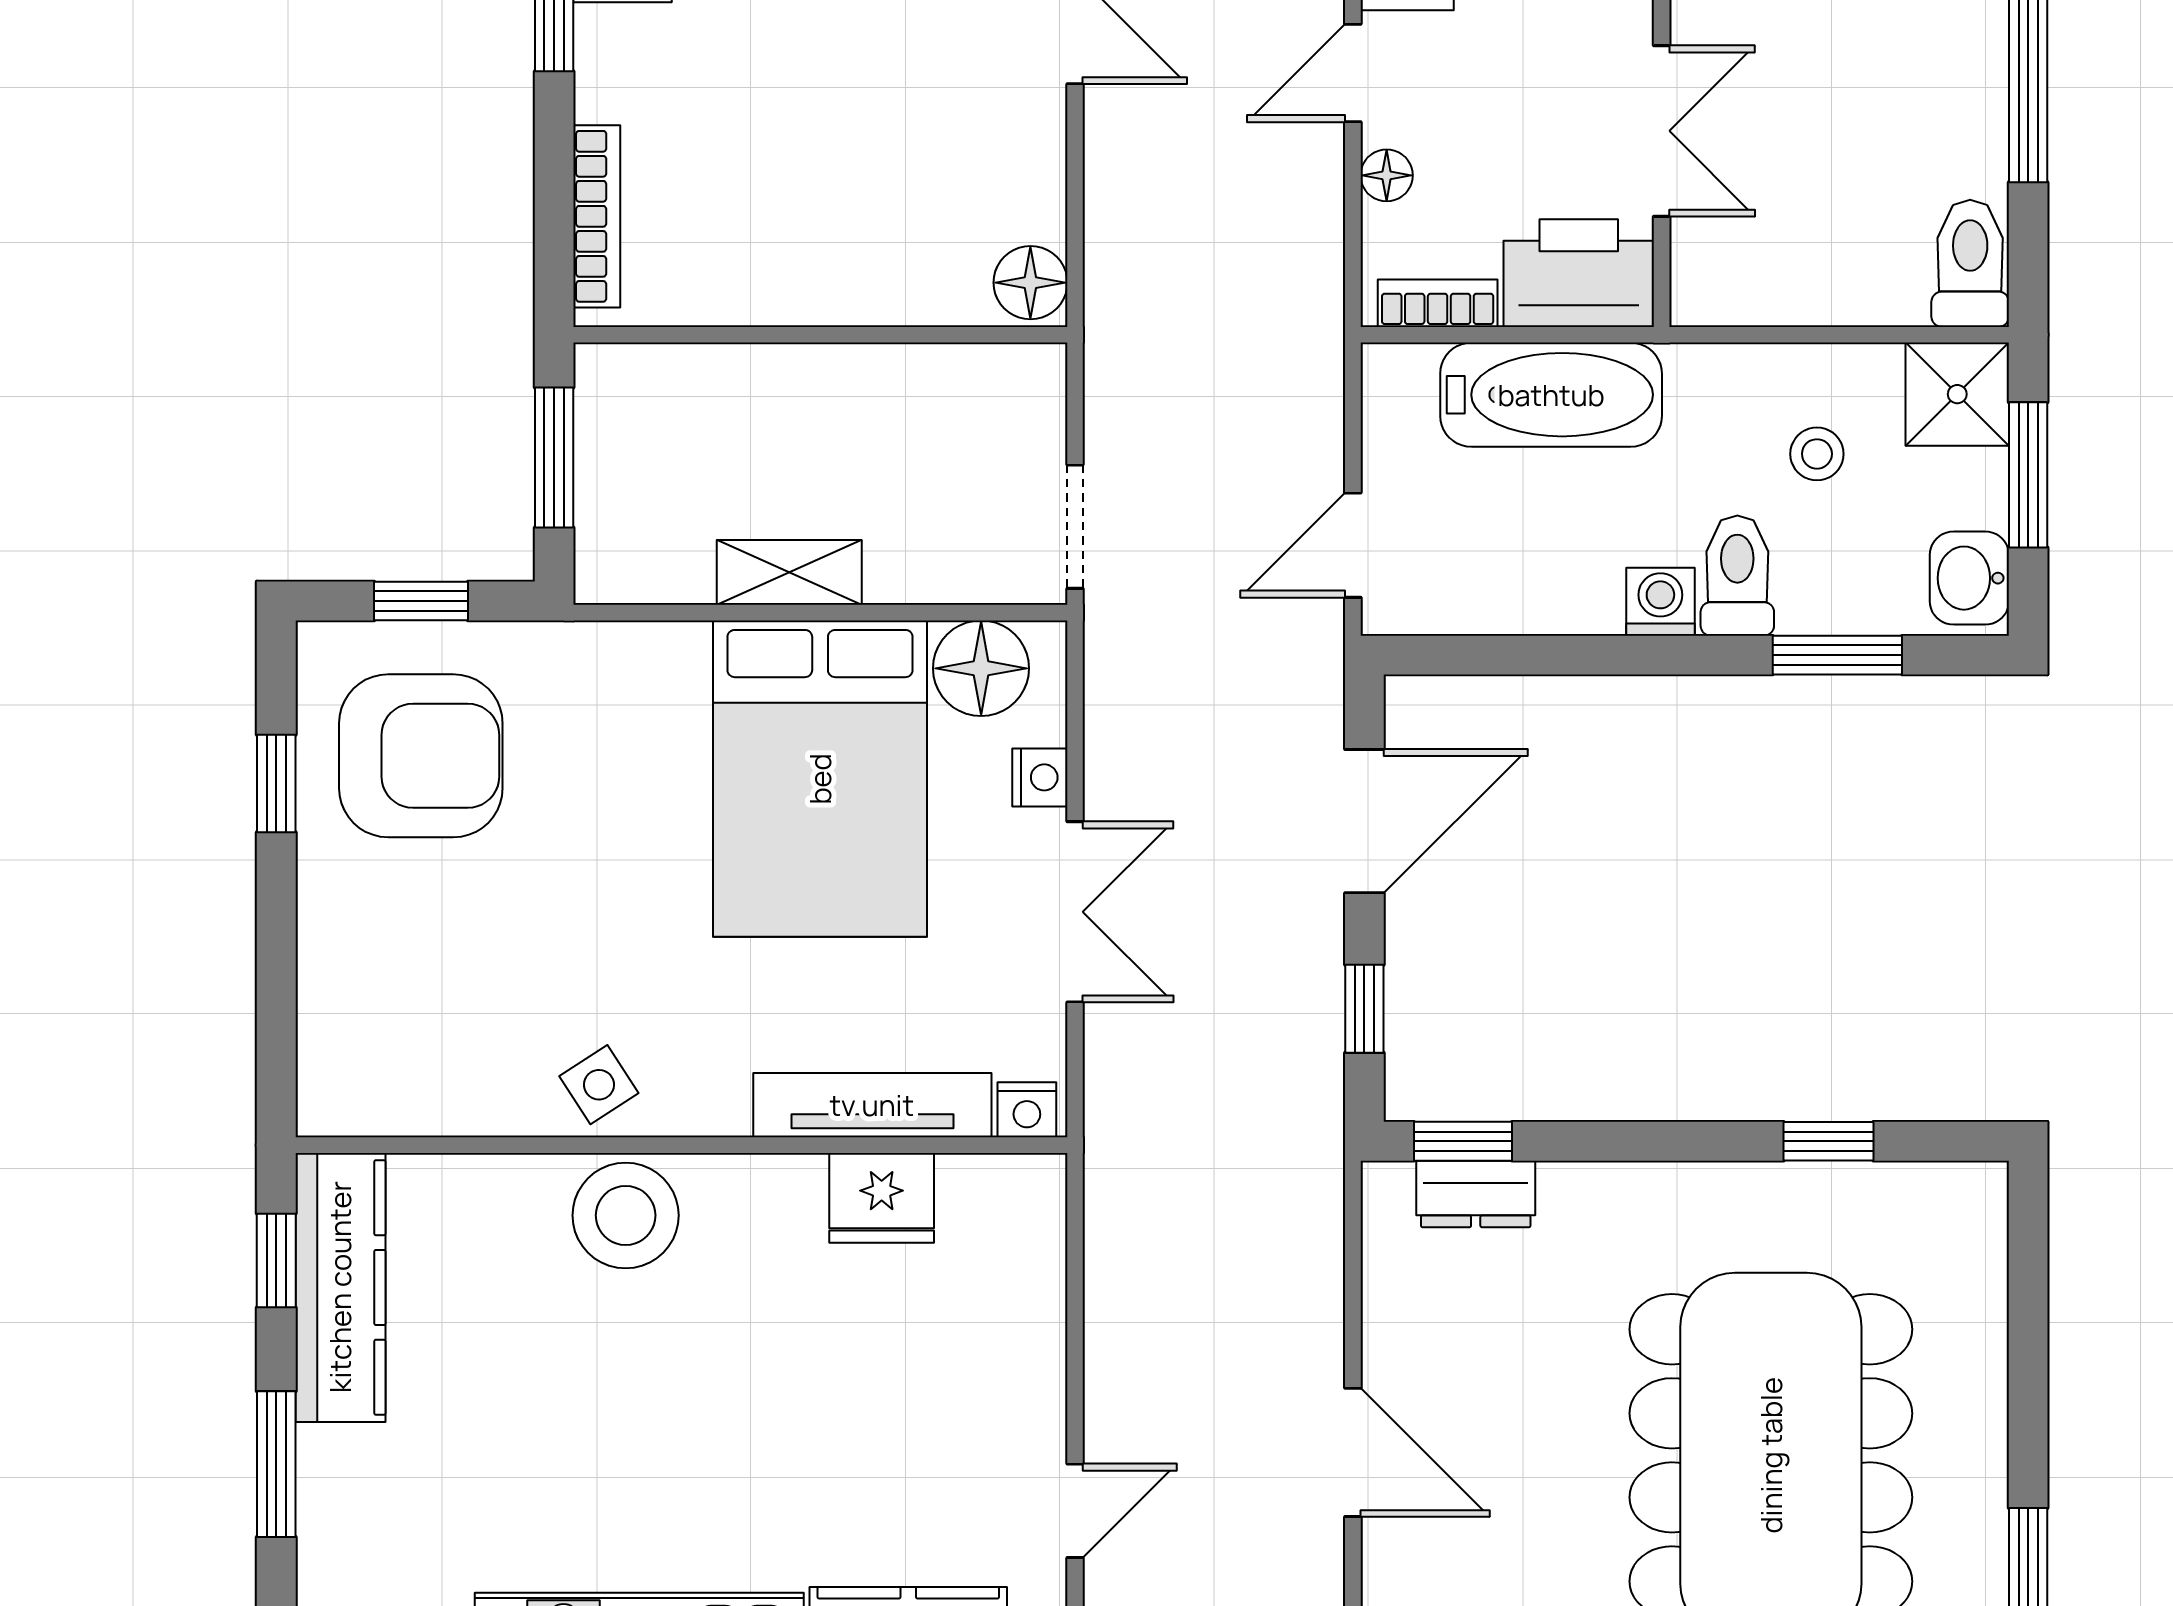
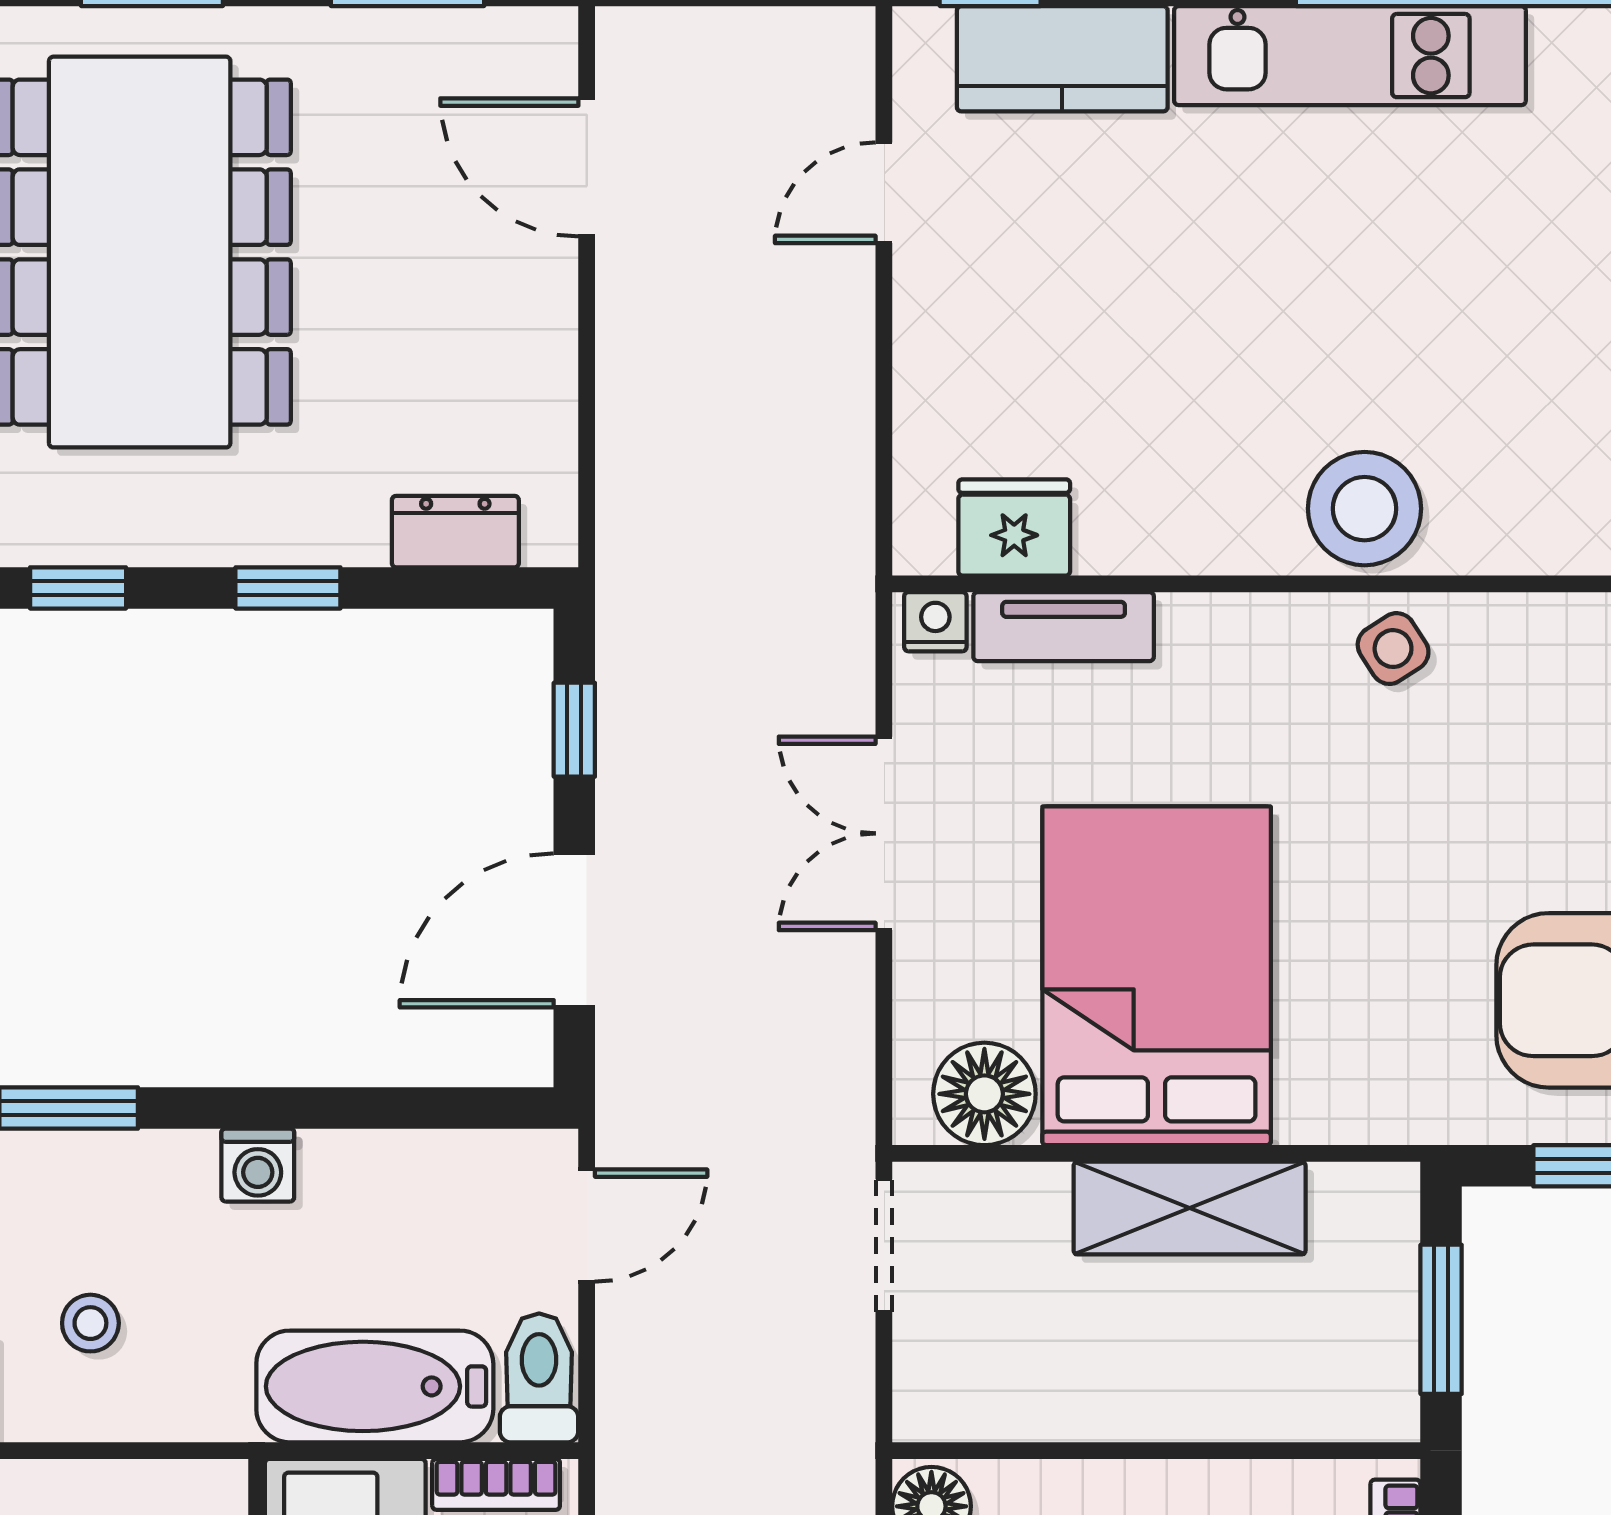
shelving: (789, 572) -> (1190, 1208), width x1.50, depth x1.33
toilet: (1737, 576) -> (539, 1378), moved, turned 180
nightstand: (1040, 777) -> (922, 977), removed
tv unit: (872, 1105) -> (1064, 627), width x0.71
window: (1463, 1141) -> (288, 588), moved
fridge: (882, 1198) -> (1014, 527), moved
door: (1353, 1452) -> (587, 167), moved

